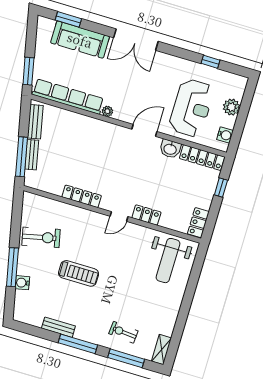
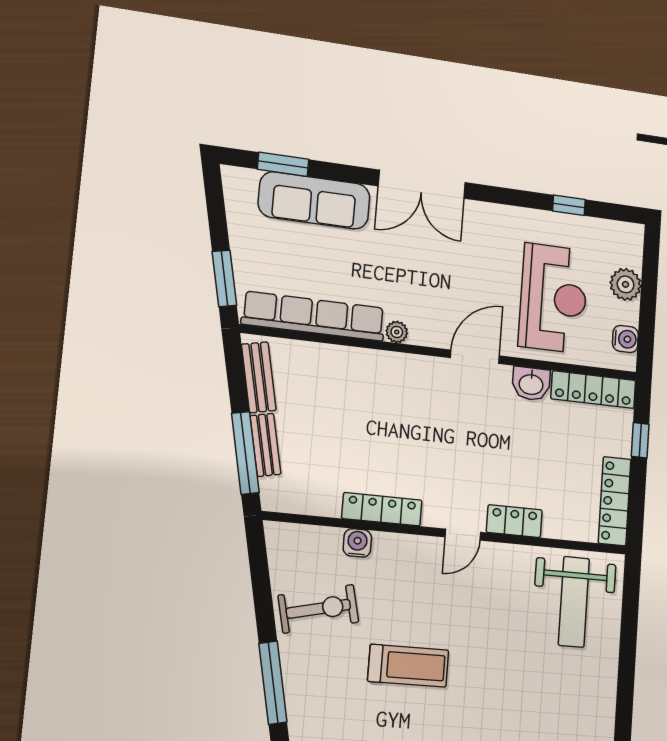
locker: (198, 223) -> (615, 501), width x1.53
water cooler: (22, 283) -> (357, 543), moved, turned 102

